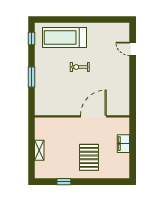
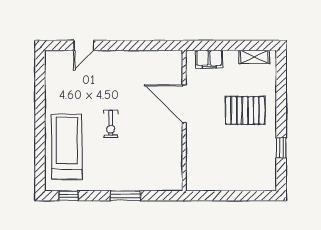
treadmill: (64, 37) -> (67, 147), turned 180
filing cabinet: (123, 144) -> (209, 59), moved
shelving: (39, 150) -> (254, 57), moved

